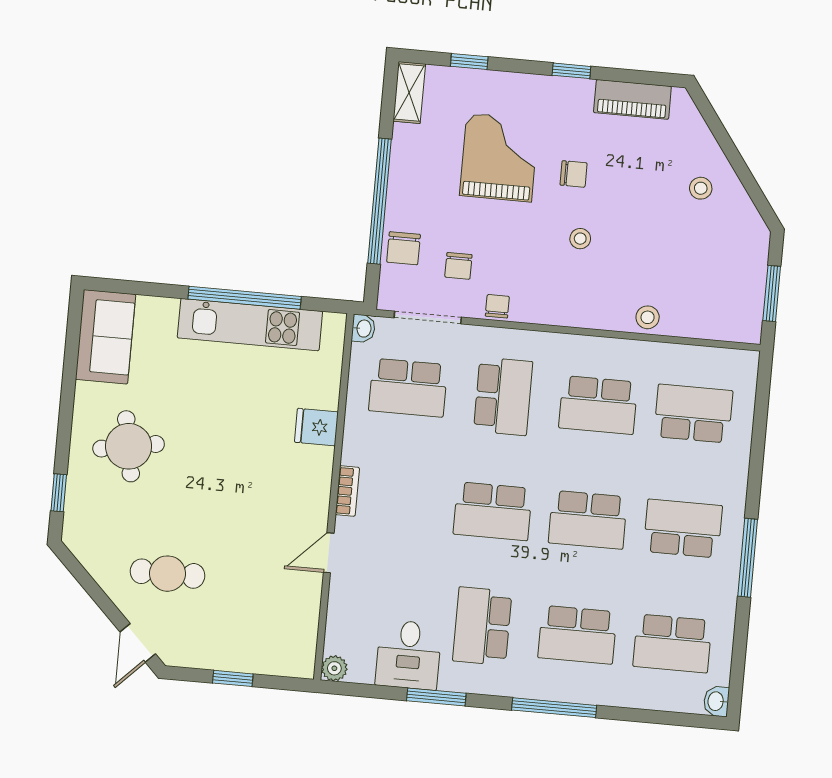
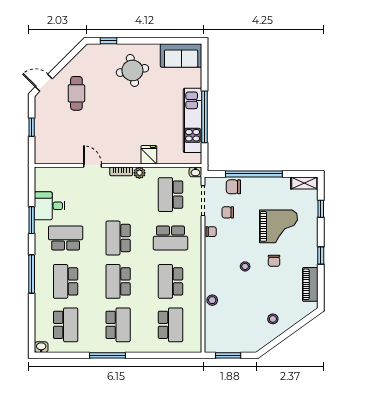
school desk: (672, 643) -> (66, 325), turned 180
plant: (334, 668) -> (139, 173), moved

